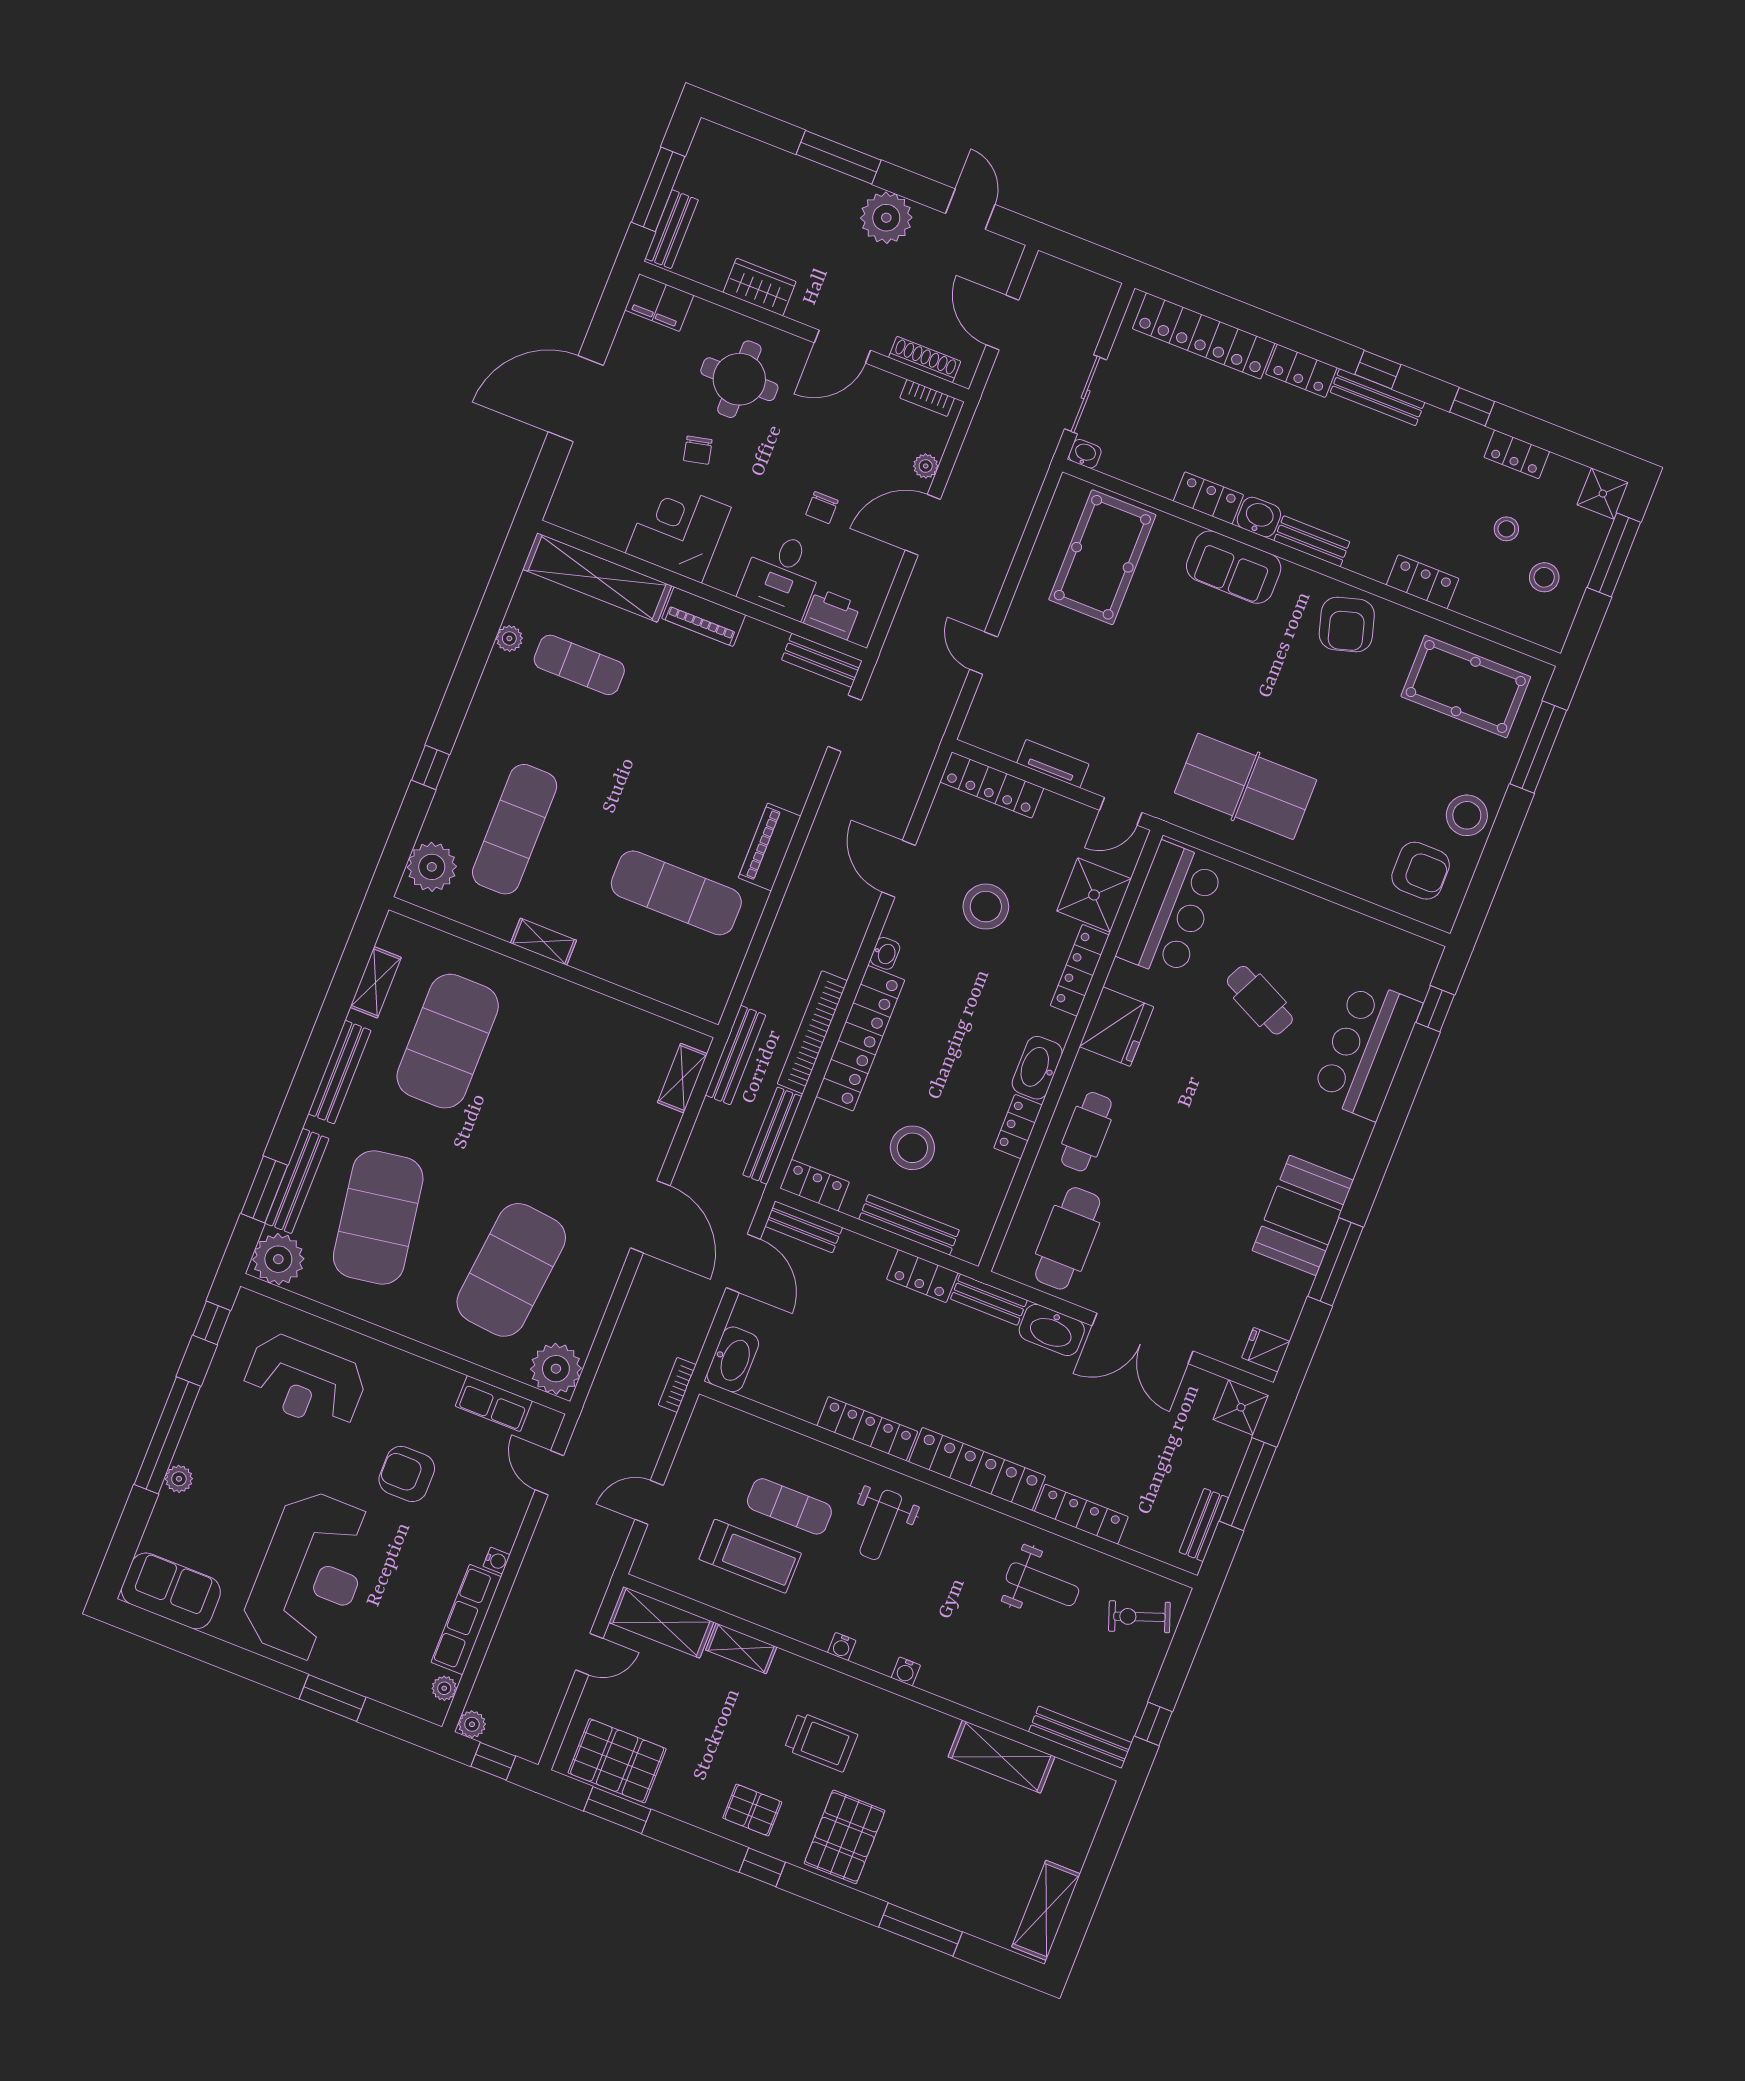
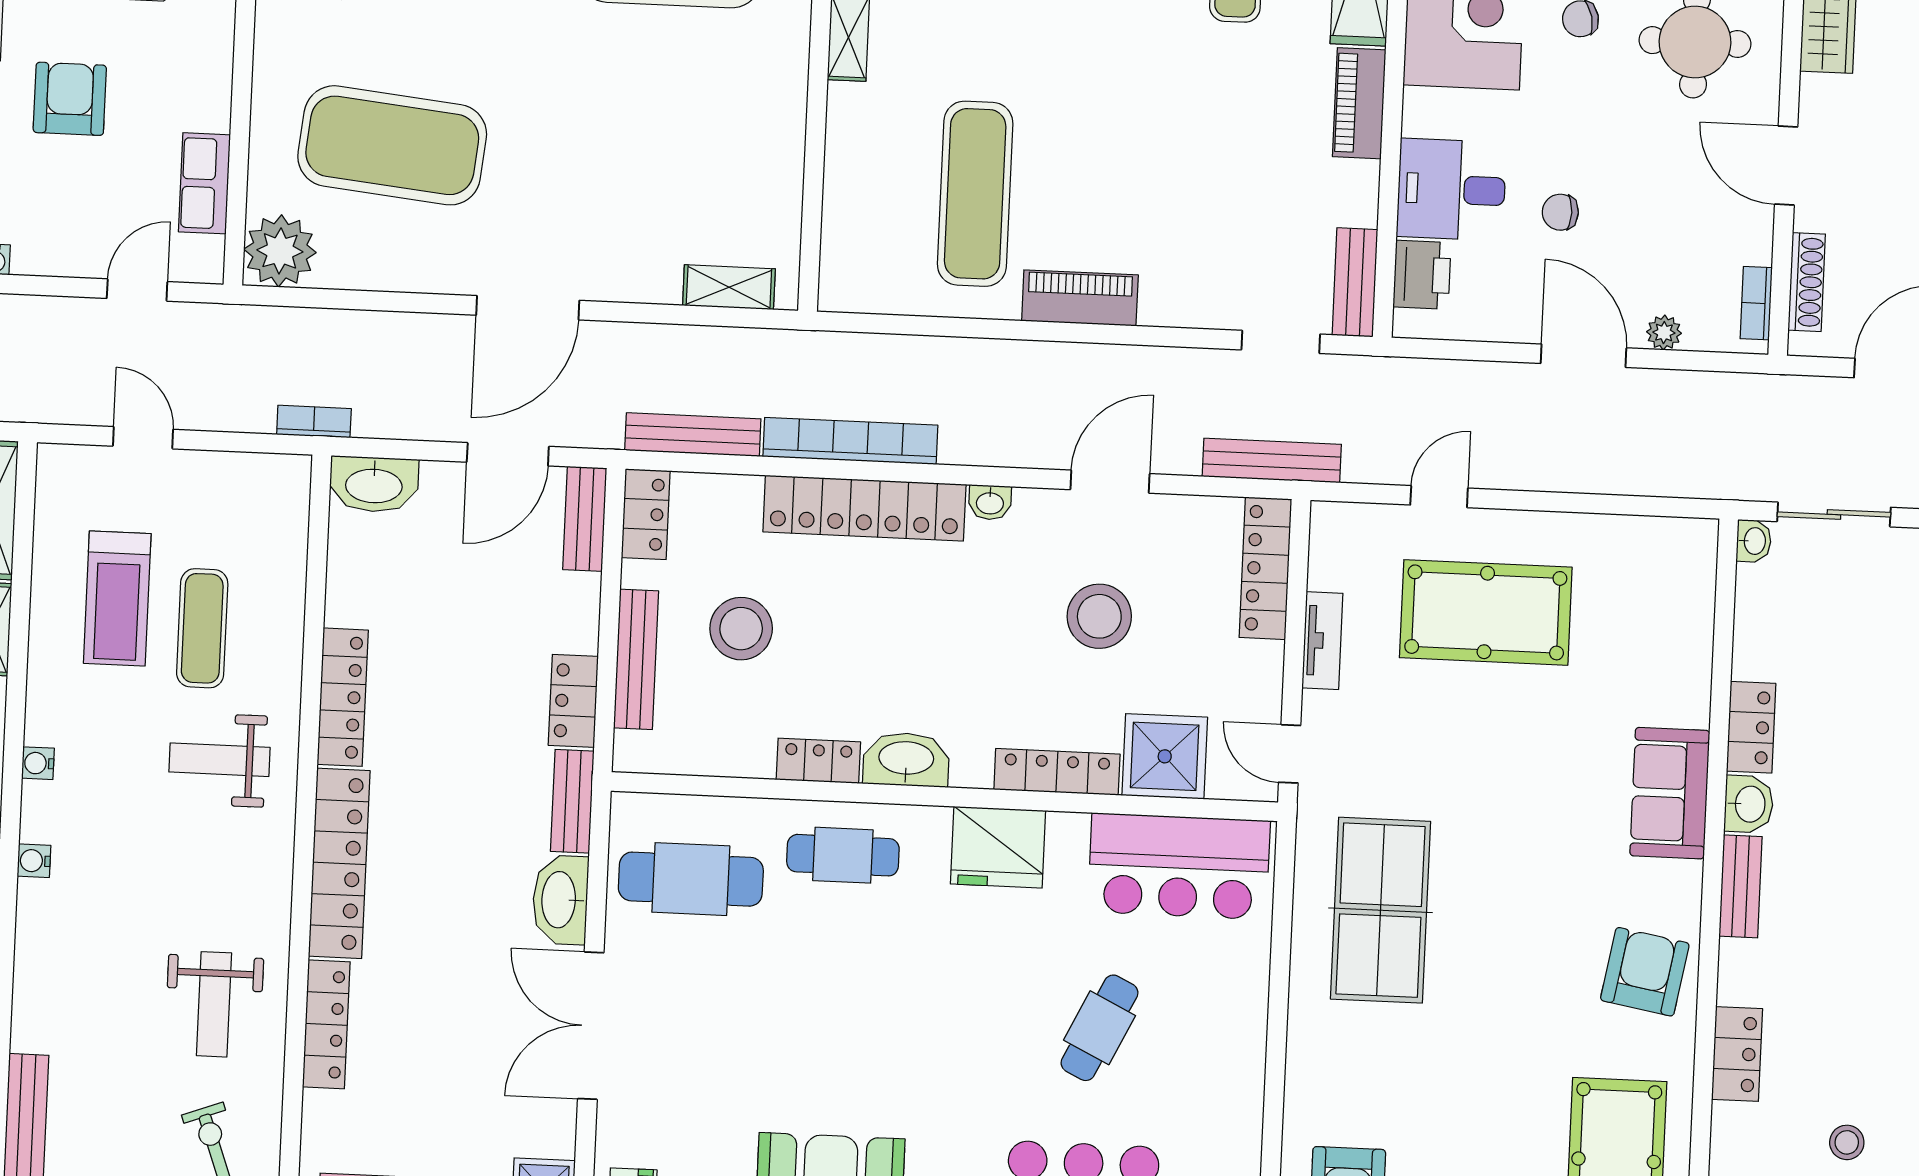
pool table: (1102, 557) -> (1486, 612), moved
armchair: (1347, 624) -> (1645, 972), turned 116
bench: (735, 1055) -> (1272, 460), moved

